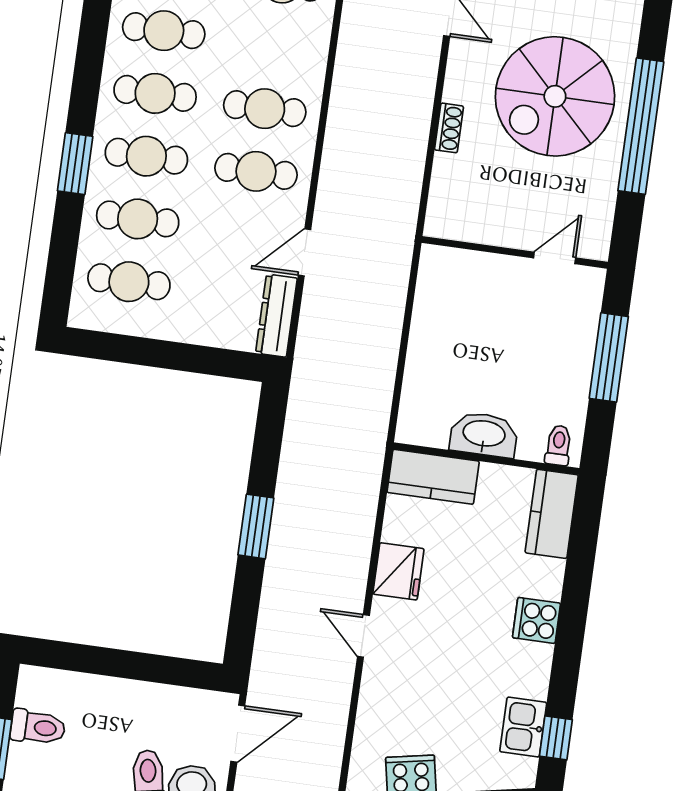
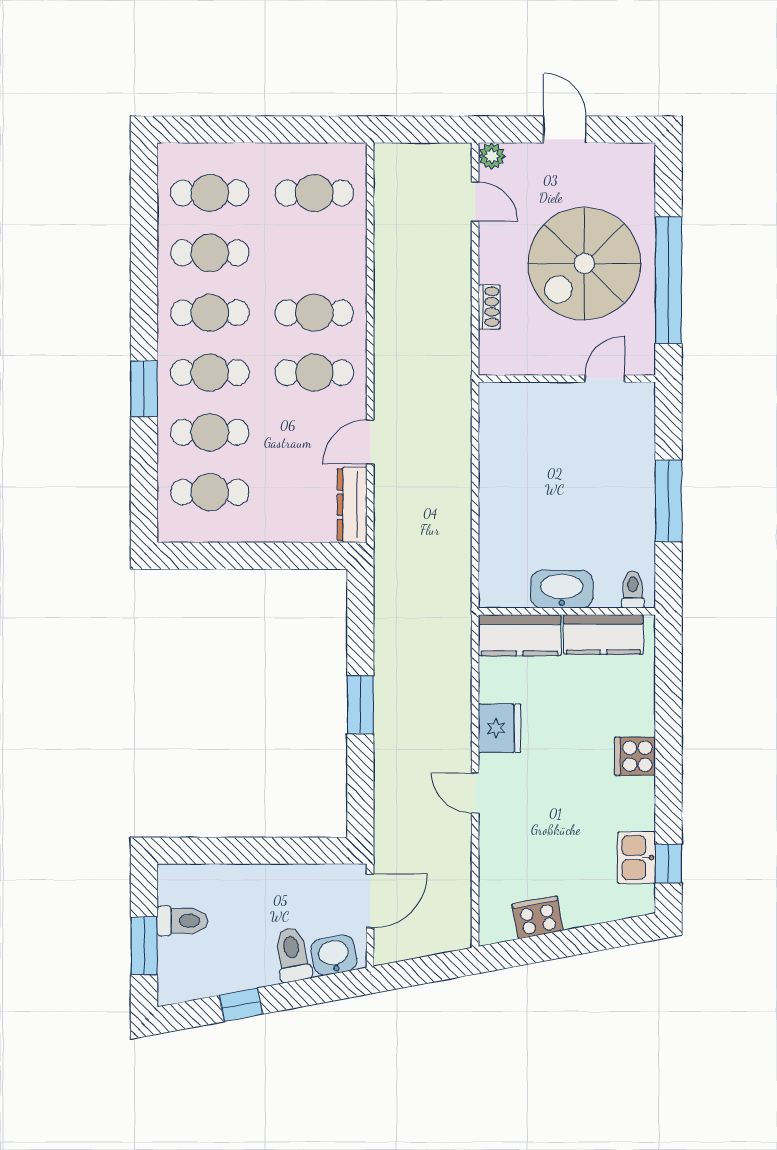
wall: (515, 252) -> (567, 379), moved
door: (555, 258) -> (605, 379), moved
kitchen counter: (552, 514) -> (603, 635), moved, turned -90

